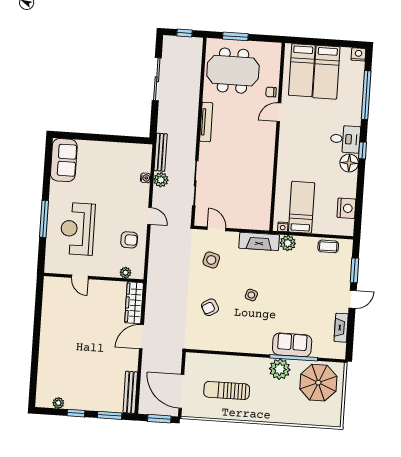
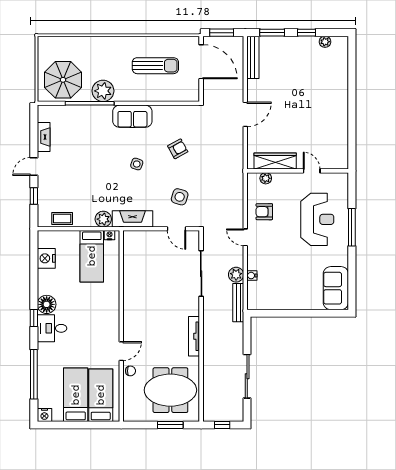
window: (354, 270) -> (34, 196), width x0.67
wardrobe: (134, 303) -> (275, 161), moved, turned -90
sofa: (292, 345) -> (132, 116), moved

